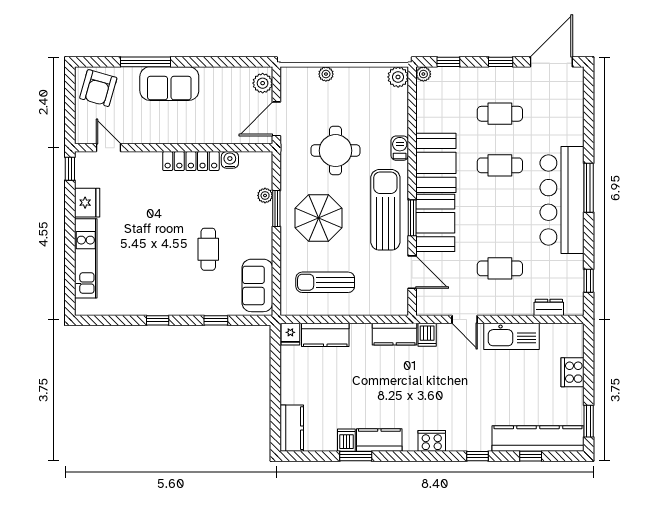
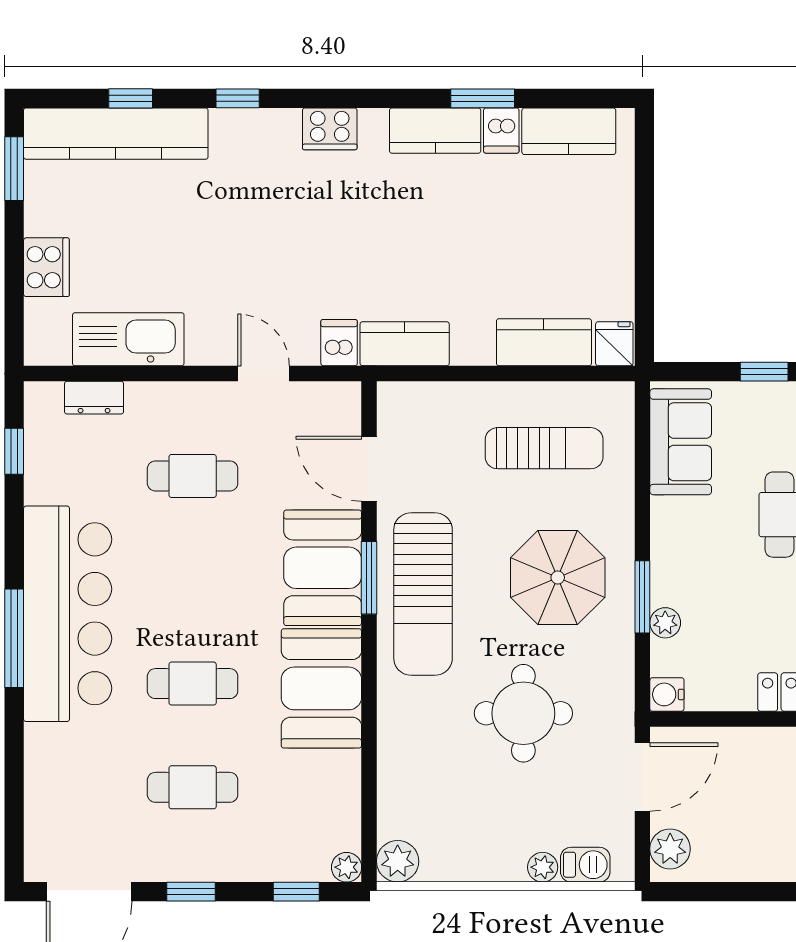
barbecue: (400, 148) -> (585, 865), moved, turned -90
water cooler: (230, 160) -> (667, 694), moved, turned 90
kitchen sink: (512, 336) -> (128, 339), moved
kitchen counter: (292, 428) -> (569, 131), moved, turned -90

